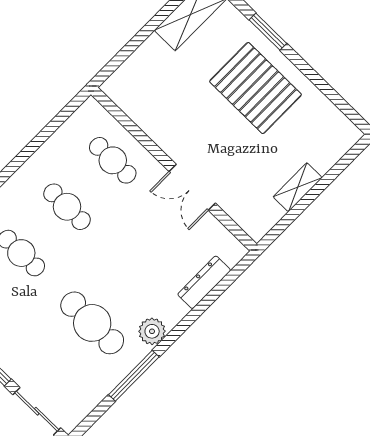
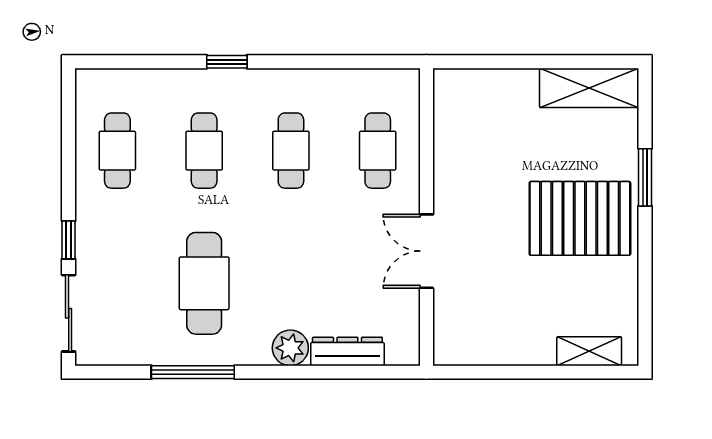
pallet: (255, 88) -> (580, 218), turned 90
shelving: (298, 187) -> (589, 351), moved
plant: (152, 331) -> (290, 348), moved

